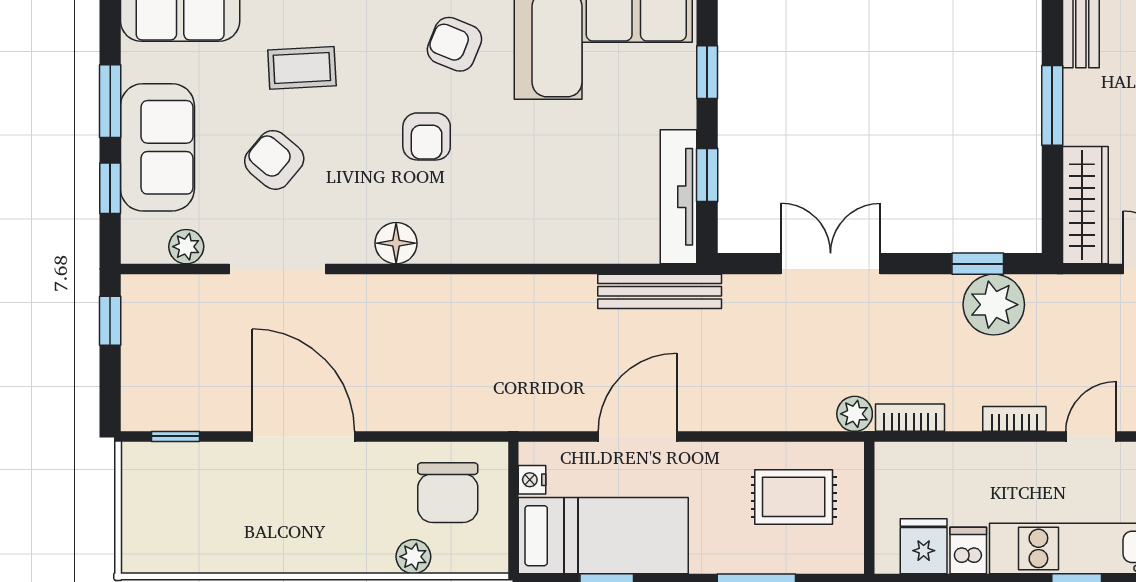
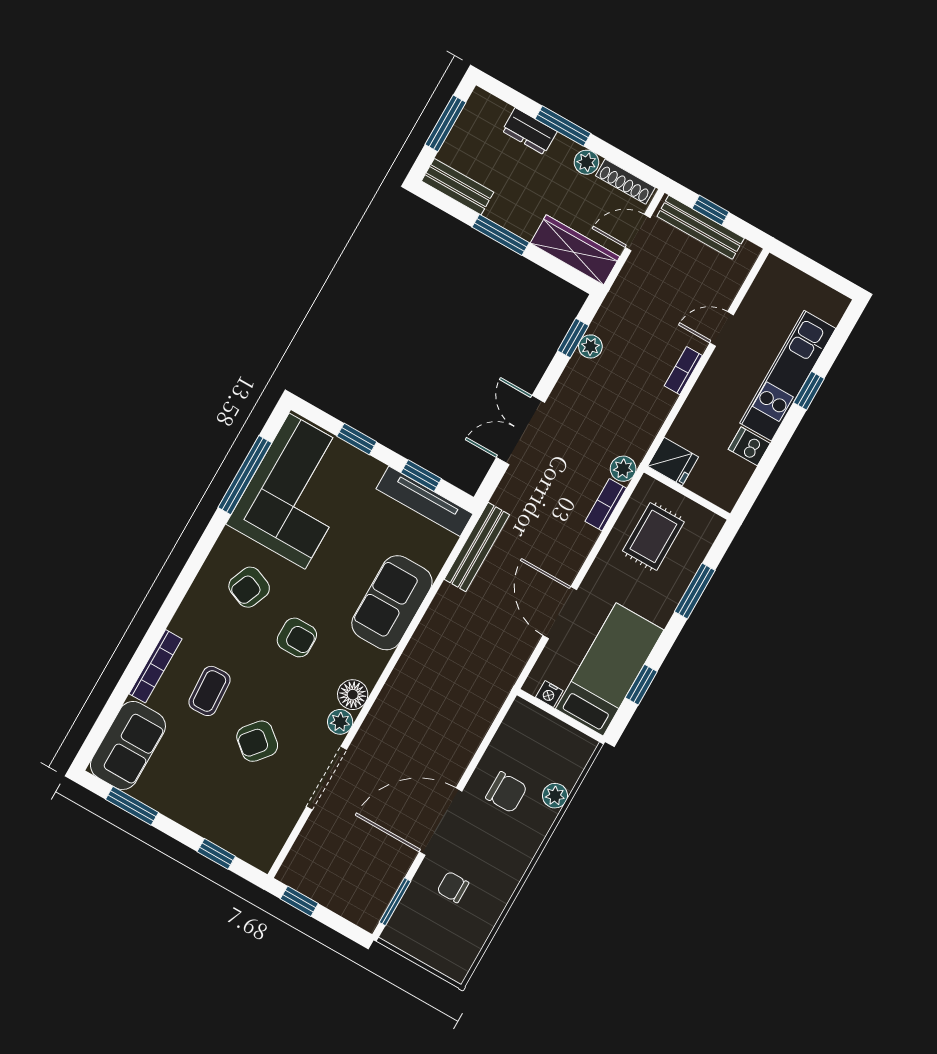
window: (110, 101) -> (132, 806), moved
sofa: (157, 147) -> (392, 603), moved, turned -90
plant: (186, 247) -> (340, 722), moved
plant: (994, 305) -> (590, 346), width x0.53, depth x0.53
bookcase: (910, 418) -> (606, 505), moved
window: (175, 436) -> (395, 902), width x1.50
door: (1091, 436) -> (722, 329), hinge flipped
chair: (448, 493) -> (506, 792), moved, width x0.73, depth x0.73
chair: (233, 496) -> (453, 887), added
fridge: (924, 546) -> (673, 462), moved, turned 180

